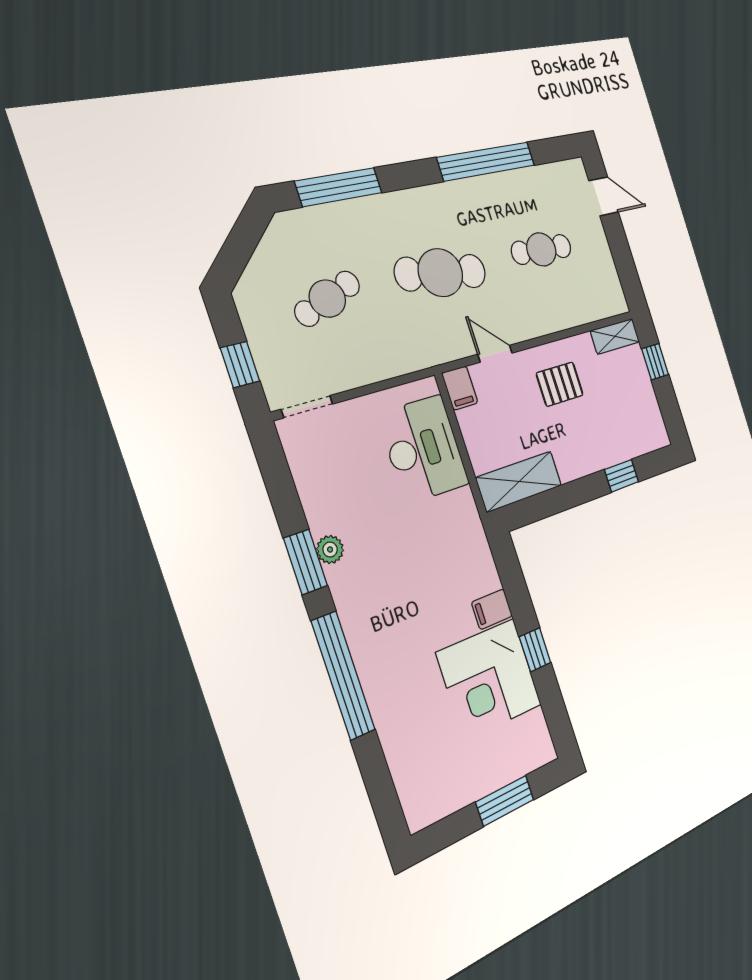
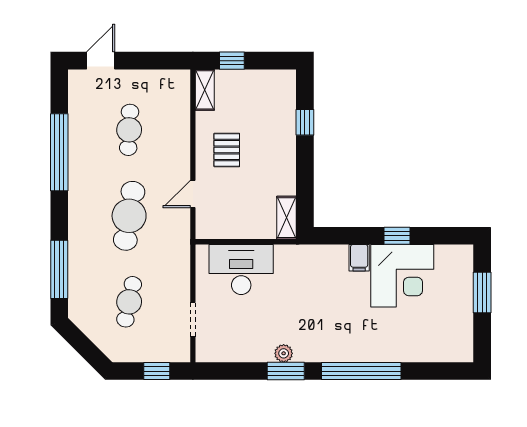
cafe table: (327, 299) -> (129, 302), turned 33
filing cabinet: (460, 388) -> (209, 229), removed
doorway: (307, 407) -> (193, 320), moved
shelving: (519, 482) -> (287, 218), width x0.67, depth x0.75

